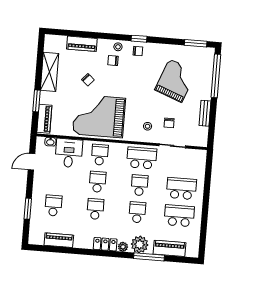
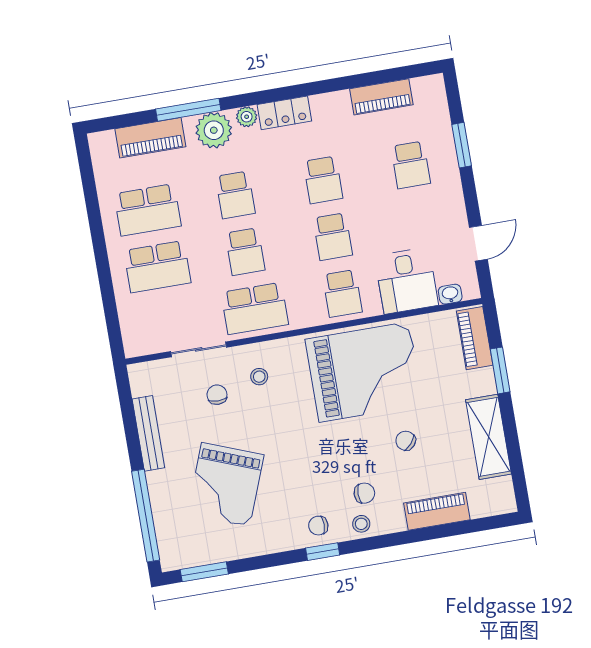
bench: (205, 113) -> (148, 433), width x1.36

